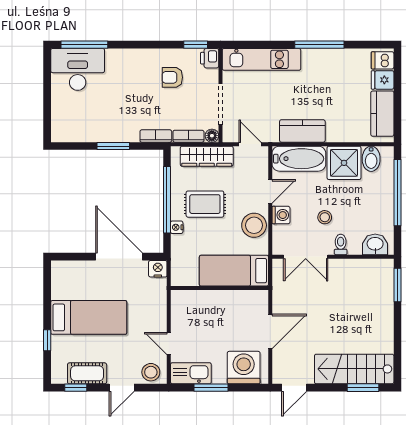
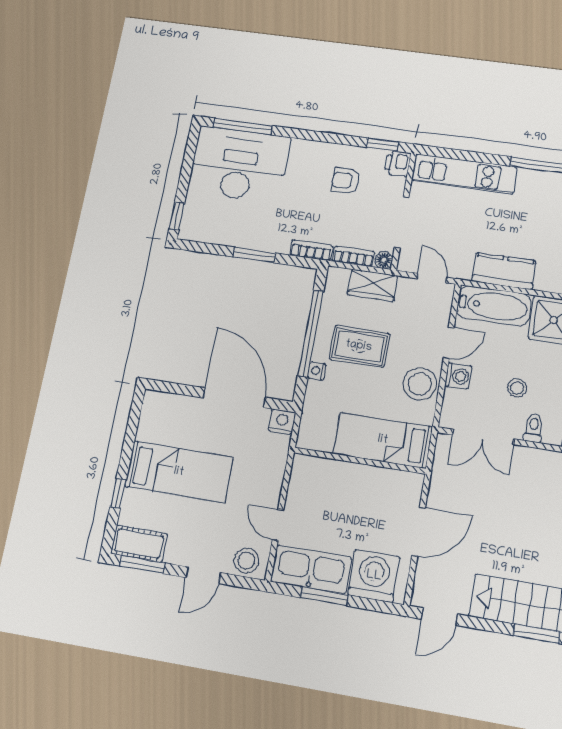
desk: (78, 69) -> (239, 164), width x1.36, depth x1.30
window: (47, 124) -> (177, 216), added
wardrobe: (207, 156) -> (373, 285), width x0.67
cot: (87, 373) -> (139, 544), moved
kitchen sink: (191, 373) -> (311, 570), width x1.36, depth x1.24
window: (76, 388) -> (142, 564), width x1.50

